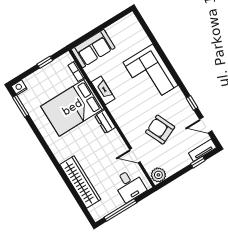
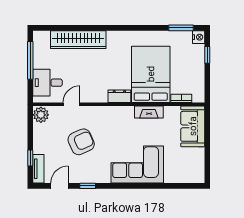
window: (45, 62) -> (207, 55), moved

